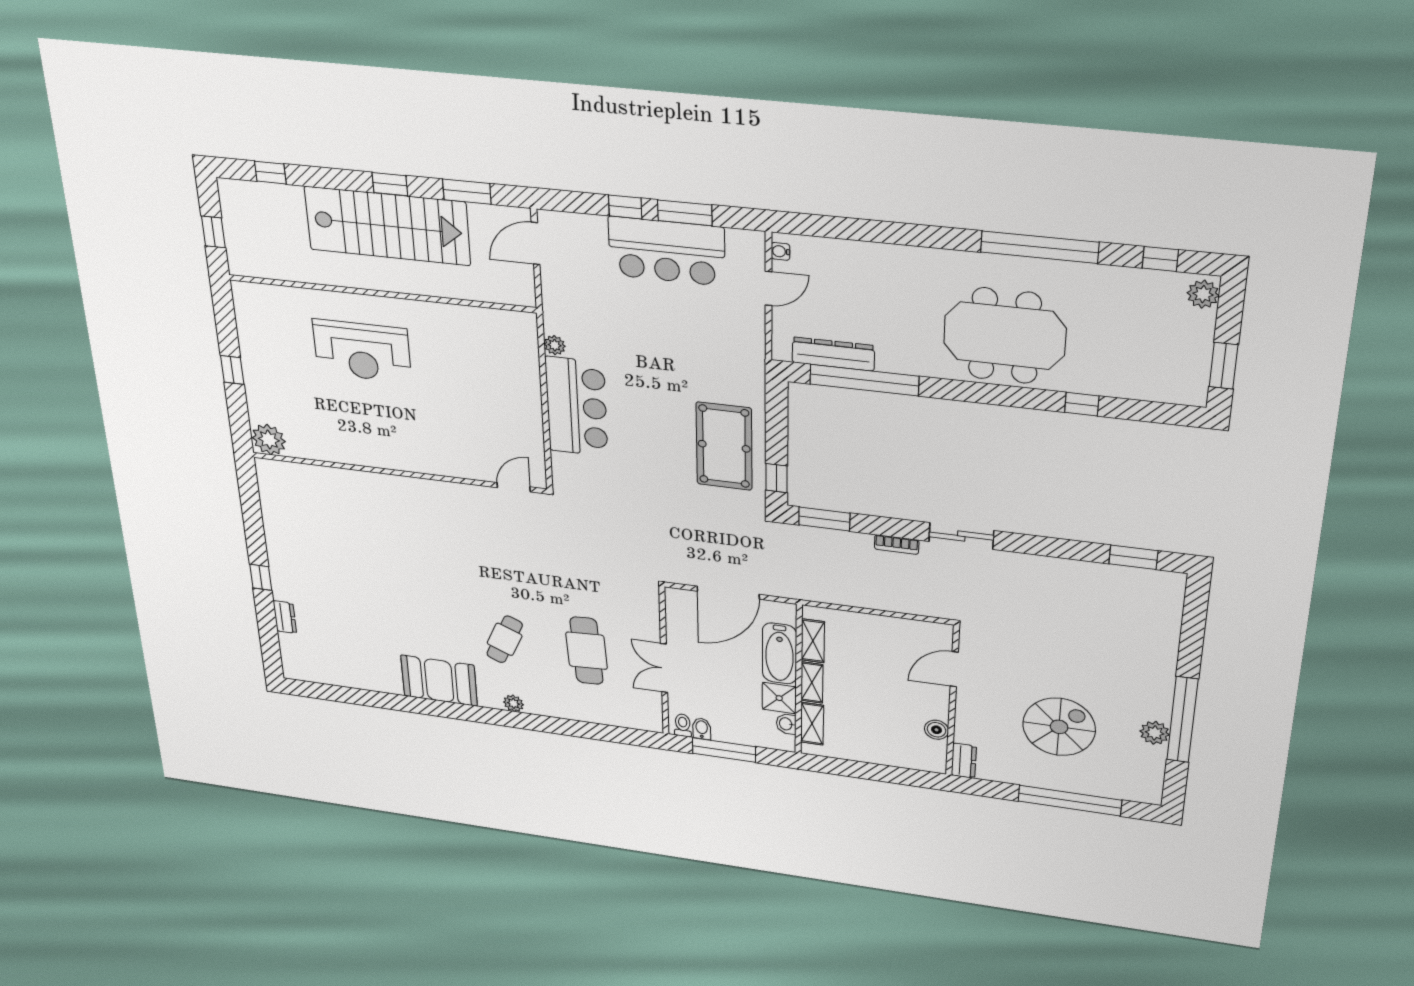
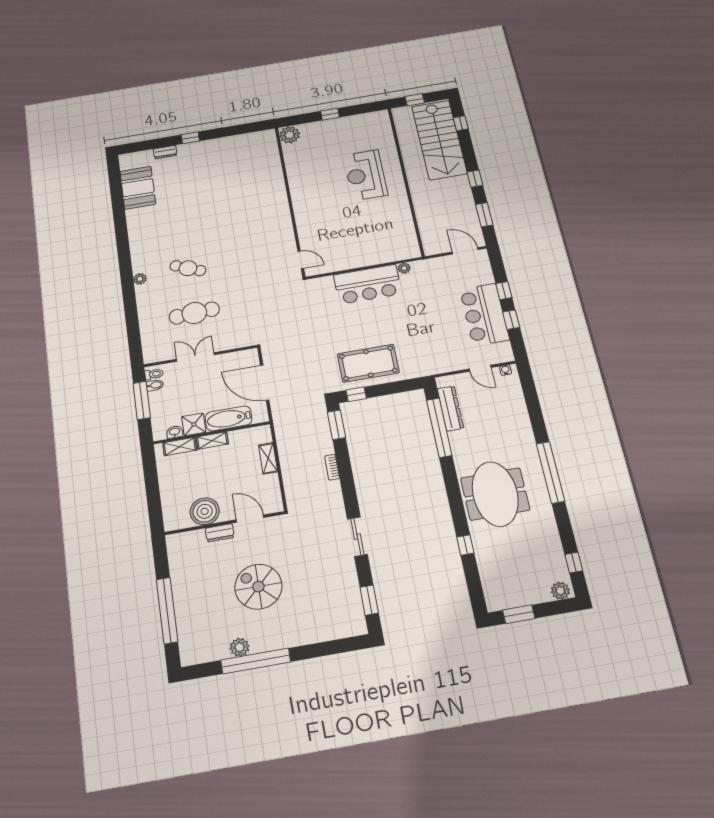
window: (685, 213) -> (511, 320), width x0.67
stairs: (387, 226) -> (439, 140), moved
window: (1040, 247) -> (551, 472), moved
sliding door: (961, 536) -> (357, 537), moved
shelving: (813, 641) -> (268, 458), moved, turned 90
booth: (439, 681) -> (138, 188), moved
spiral stairs: (1059, 727) -> (258, 587), moved, turned 180
boiler: (936, 730) -> (205, 511), width x1.86, depth x1.86
dresser: (964, 761) -> (220, 533), moved

